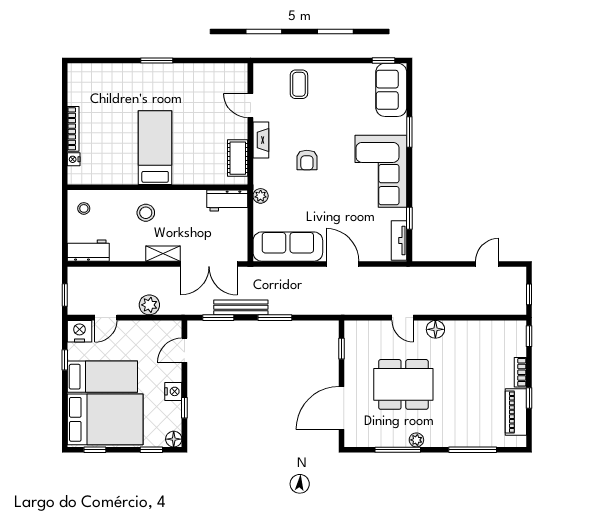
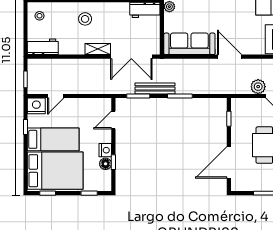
plant: (149, 305) -> (258, 87), moved
floor lamp: (174, 439) -> (106, 164), moved

